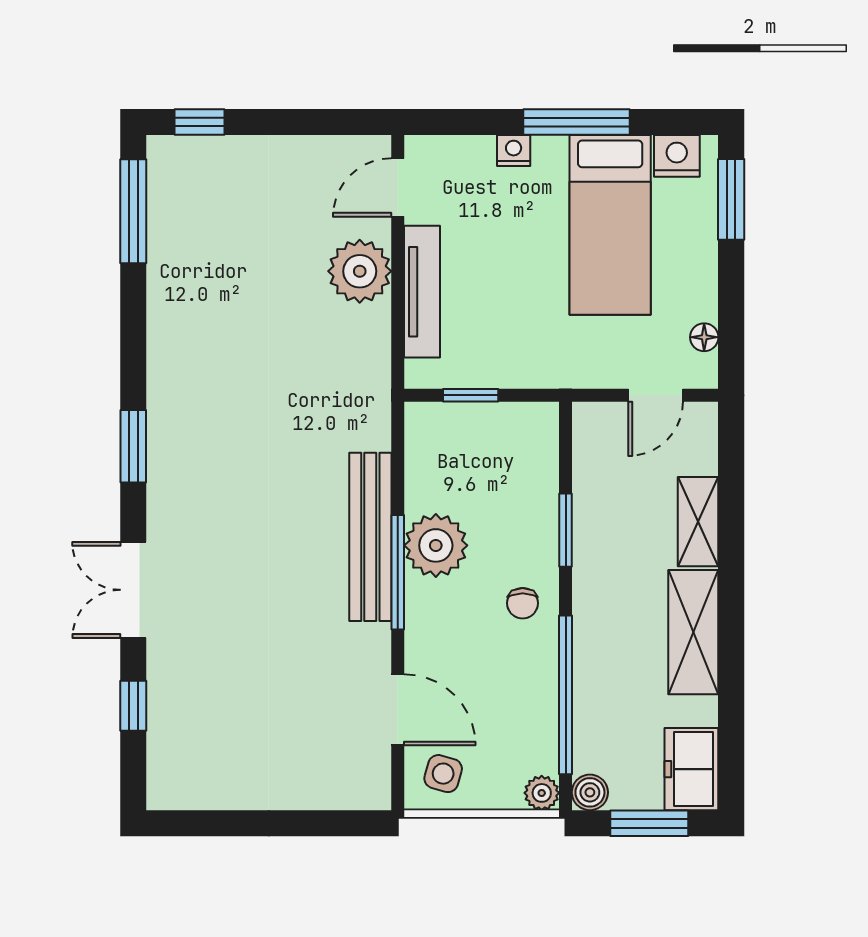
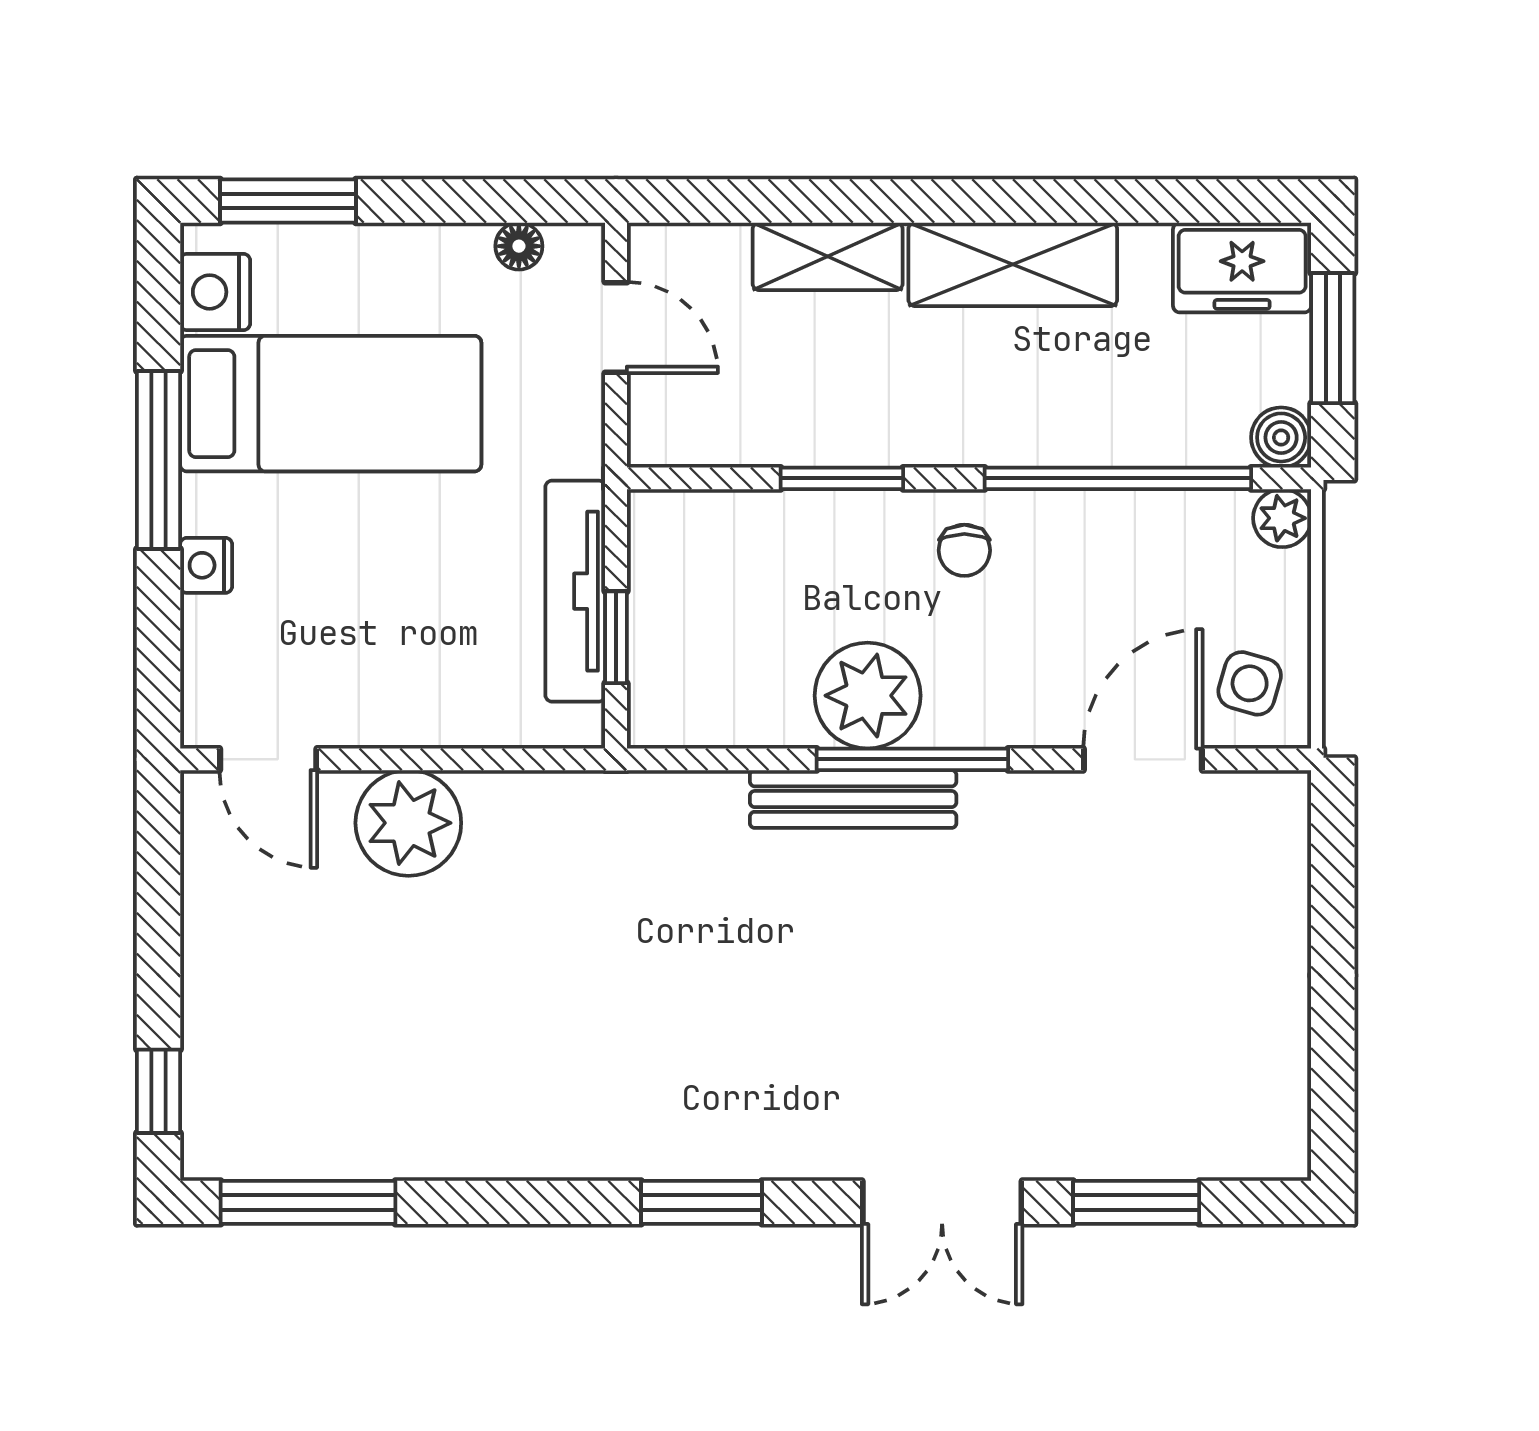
tv unit: (422, 292) -> (575, 591), moved, turned -90
bench: (370, 537) -> (853, 799), width x0.73, depth x0.82
chair: (523, 603) -> (964, 550), turned 90
window: (133, 706) -> (1136, 1202), width x1.50

